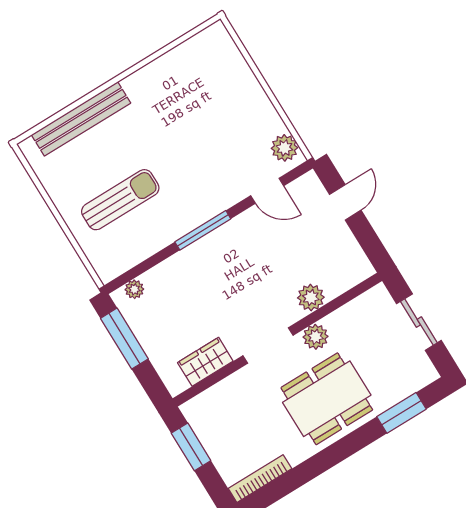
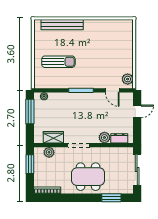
dresser: (342, 280) -> (119, 138), added
sliding door: (419, 322) -> (137, 170), width x1.37
plant: (316, 337) -> (49, 152), moved

